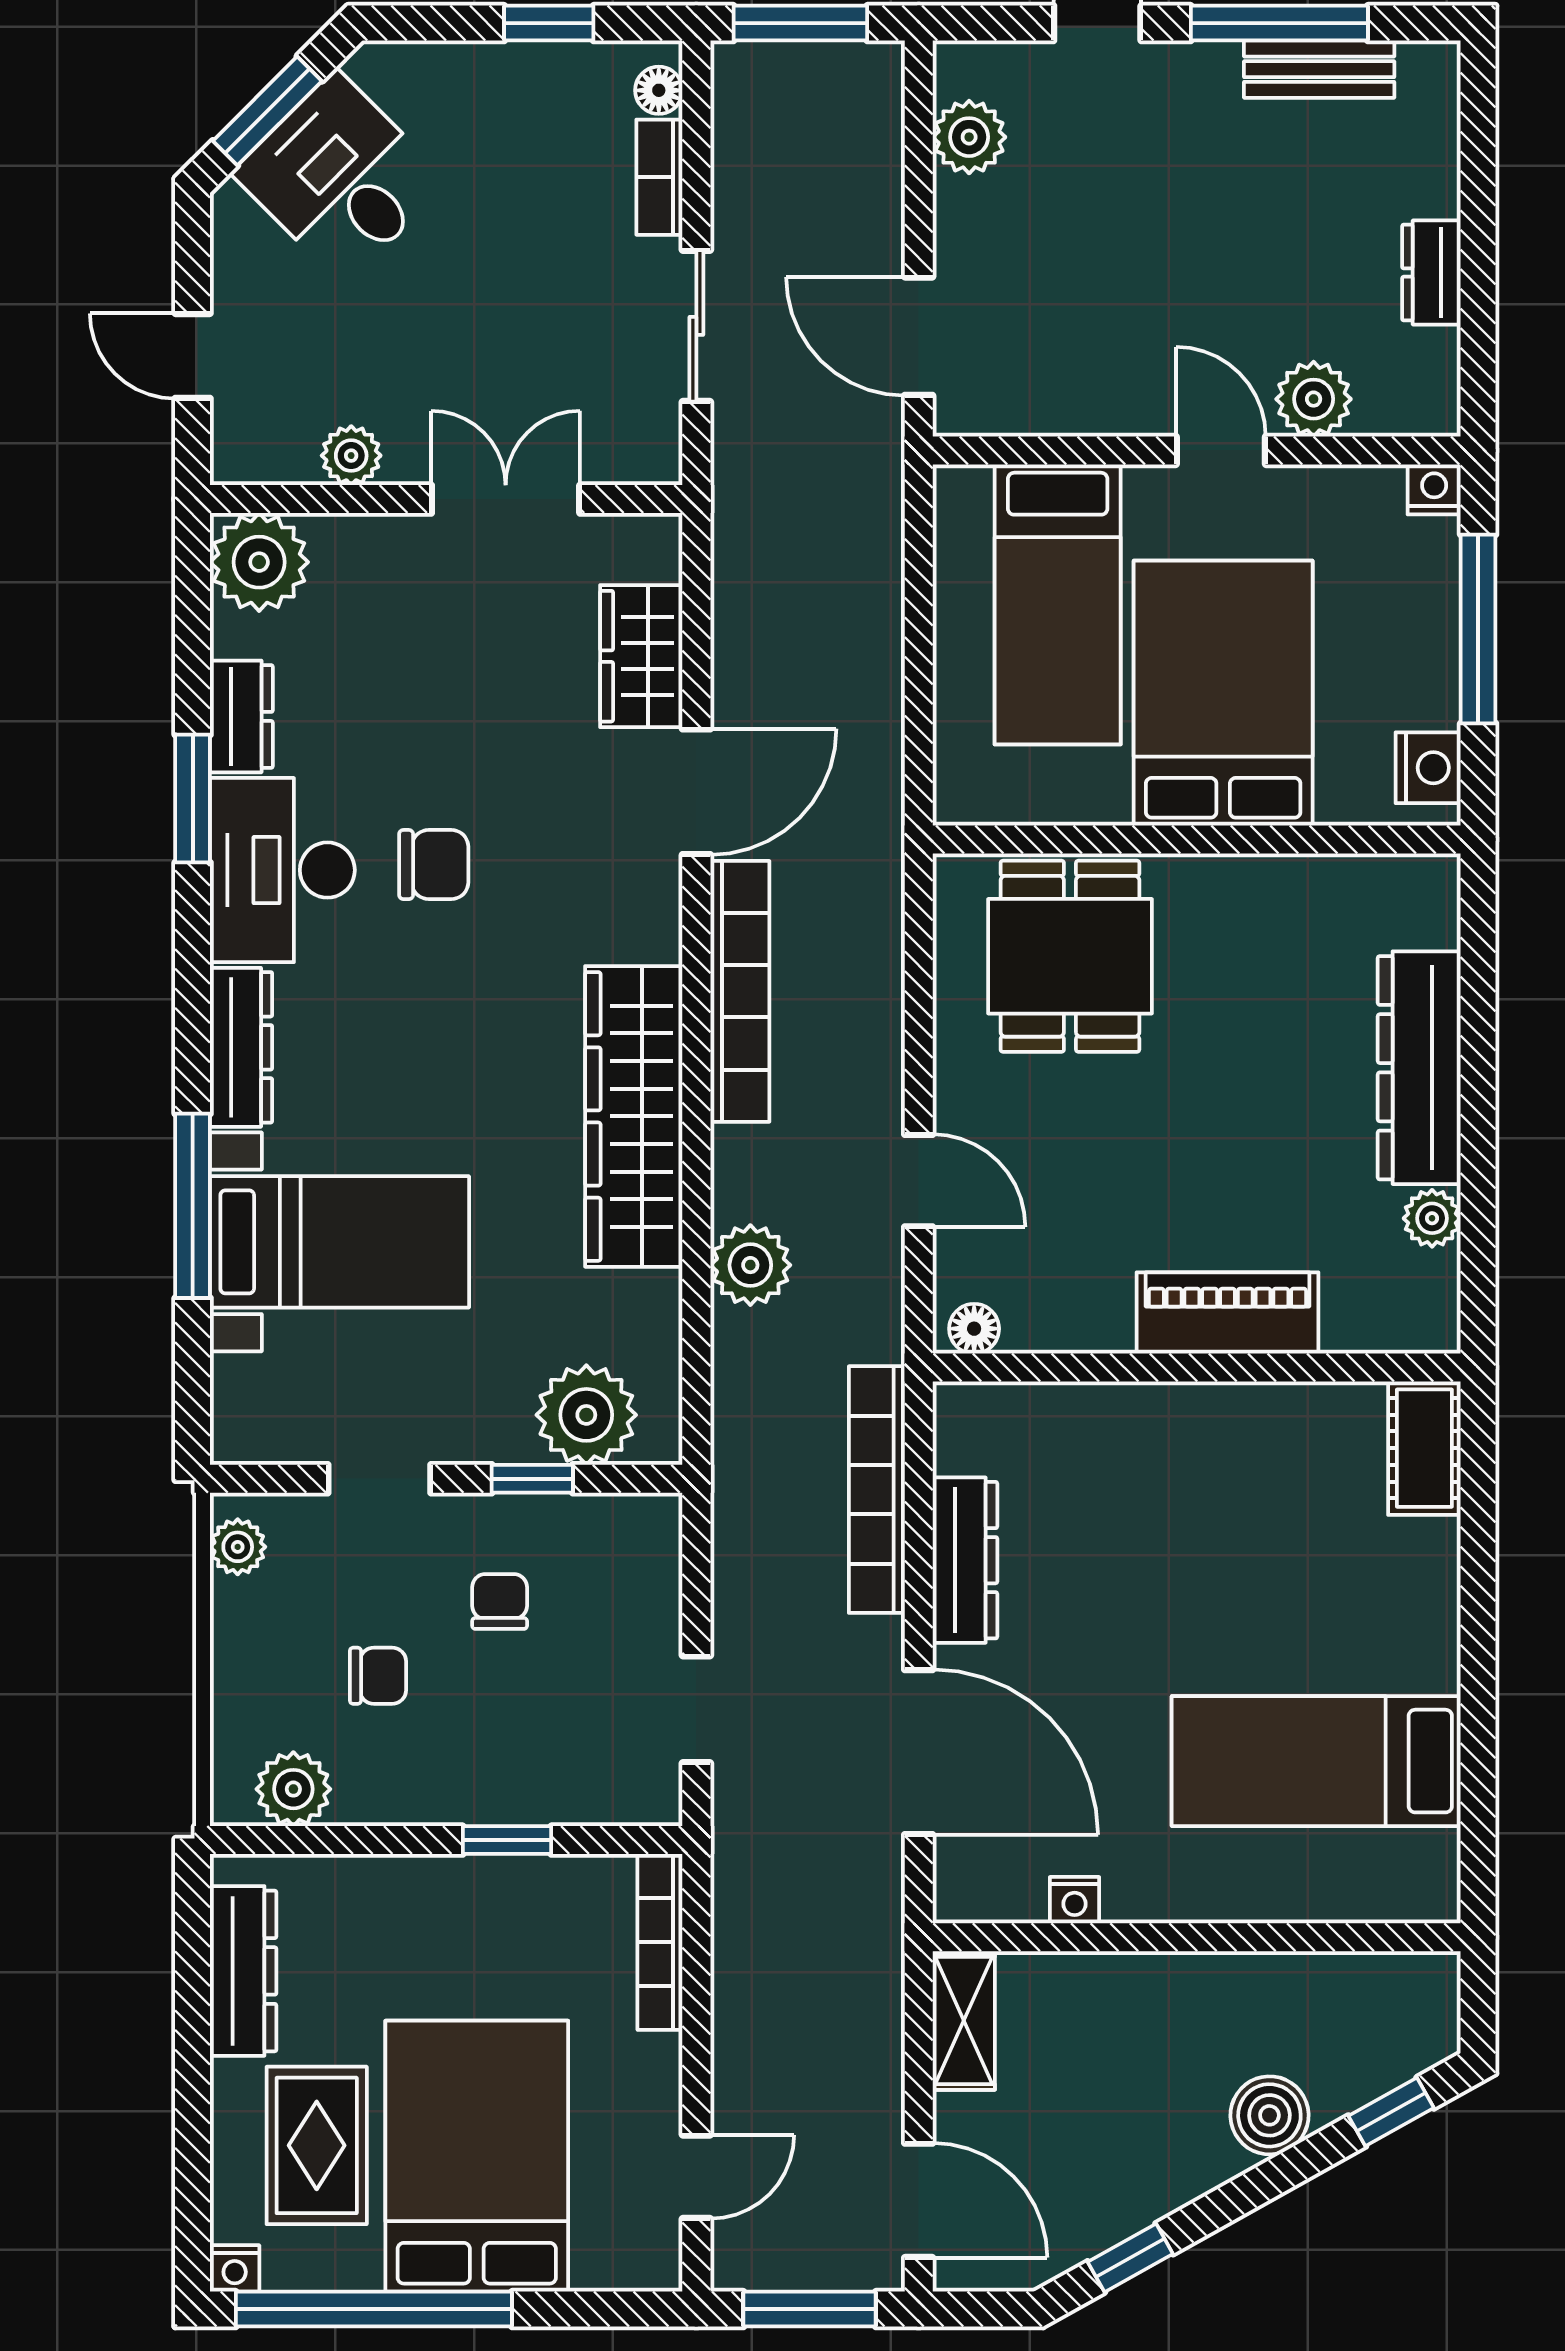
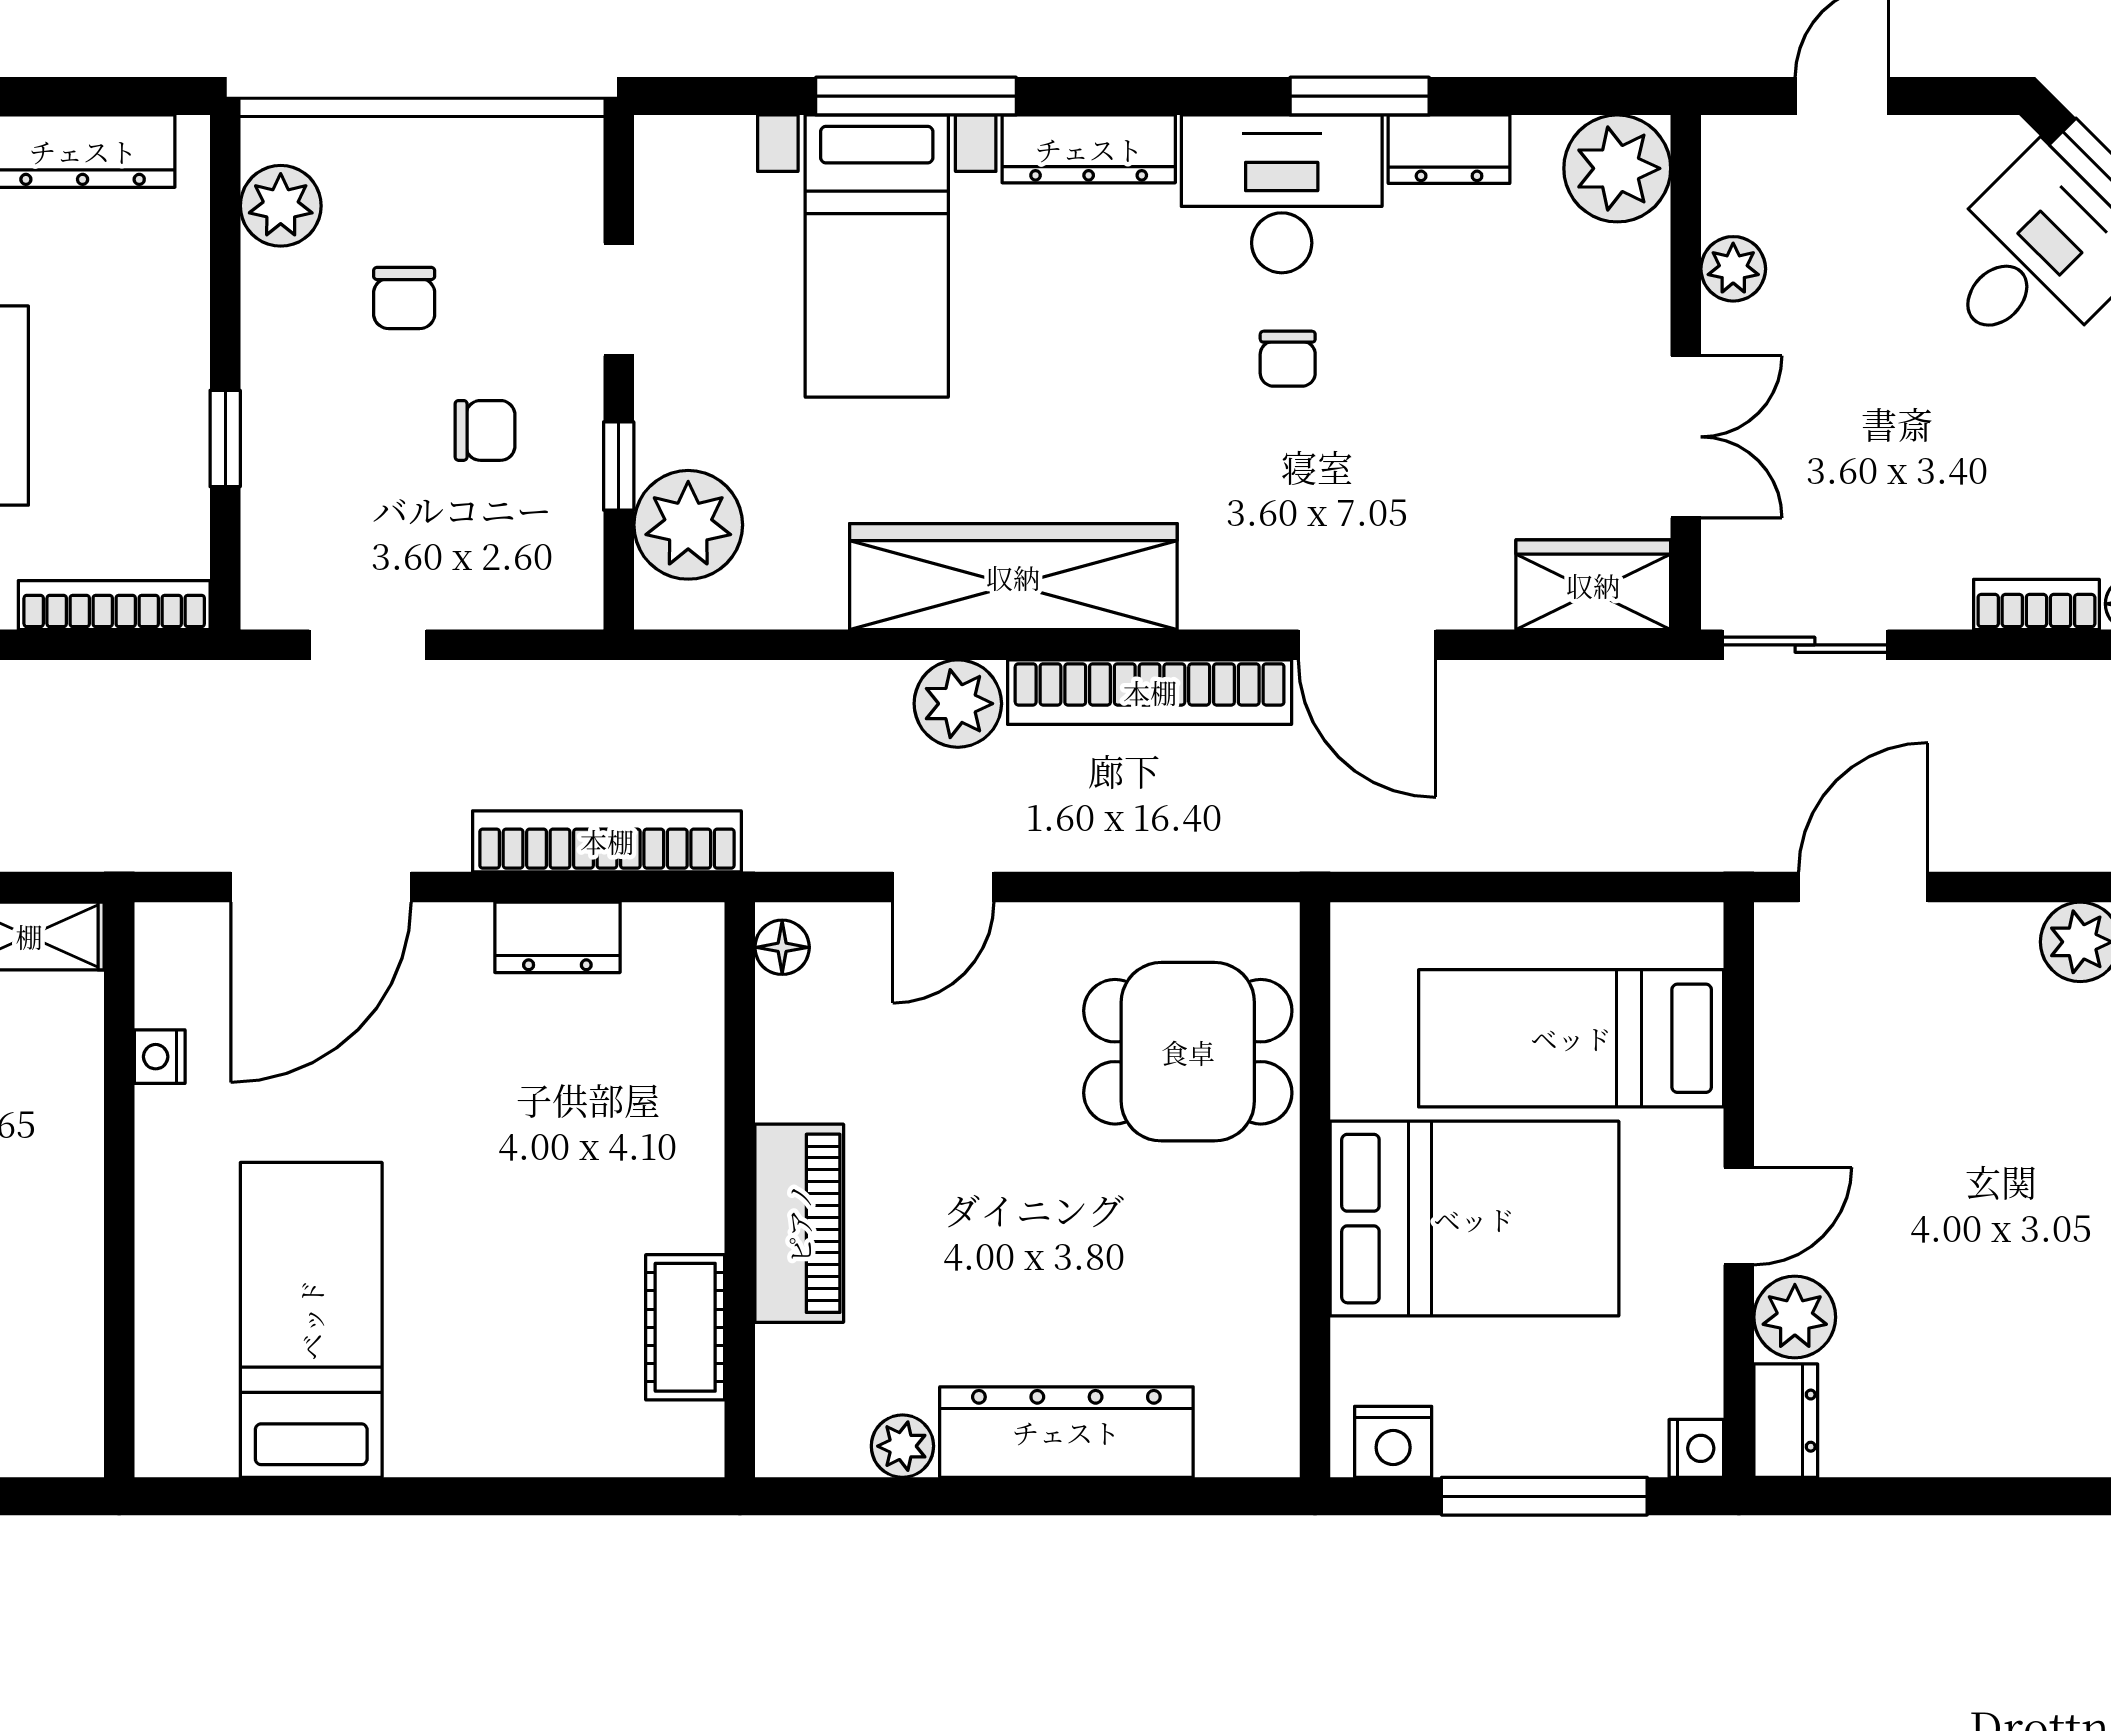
dresser: (1431, 273) -> (1786, 1421), moved, turned 90
sliding door: (696, 326) -> (1805, 645), moved
wardrobe: (641, 656) -> (1593, 585), moved
chair: (434, 865) -> (1288, 359), width x0.73, depth x0.73
plant: (750, 1265) -> (958, 704), moved
cot: (1424, 1448) -> (685, 1327), moved, turned 90
plant: (238, 1547) -> (545, 145), removed
dresser: (965, 1560) -> (557, 937), width x0.70

